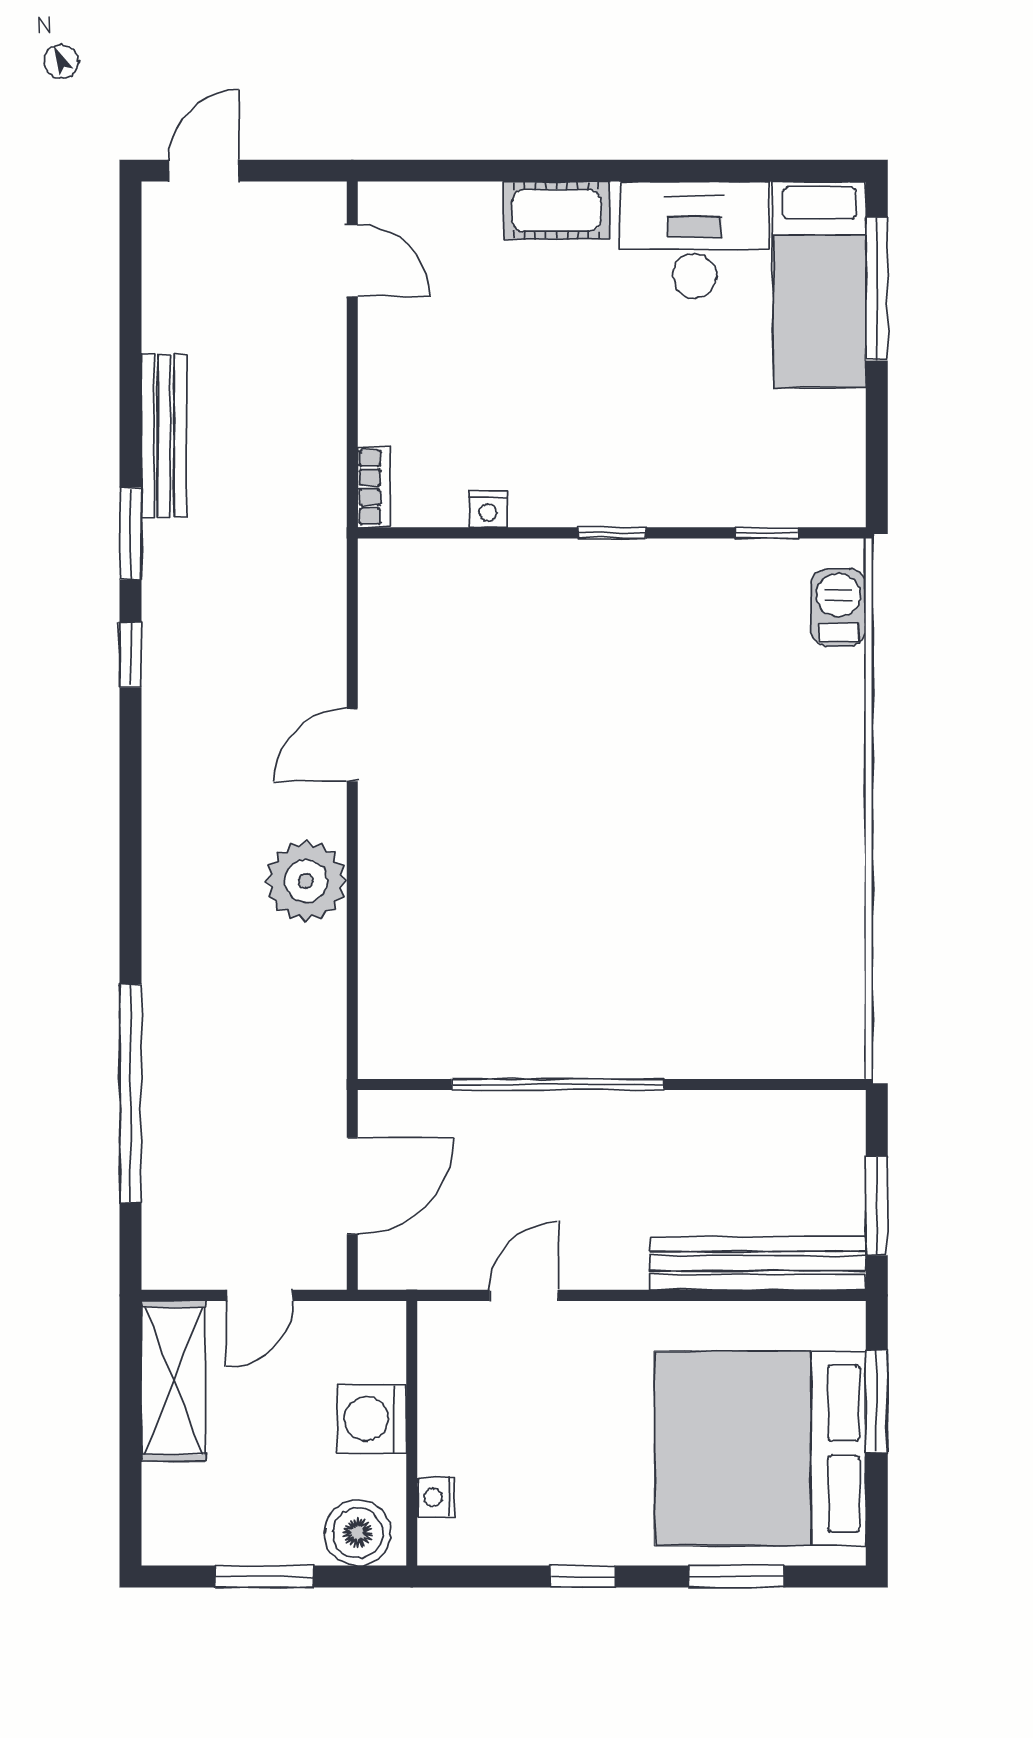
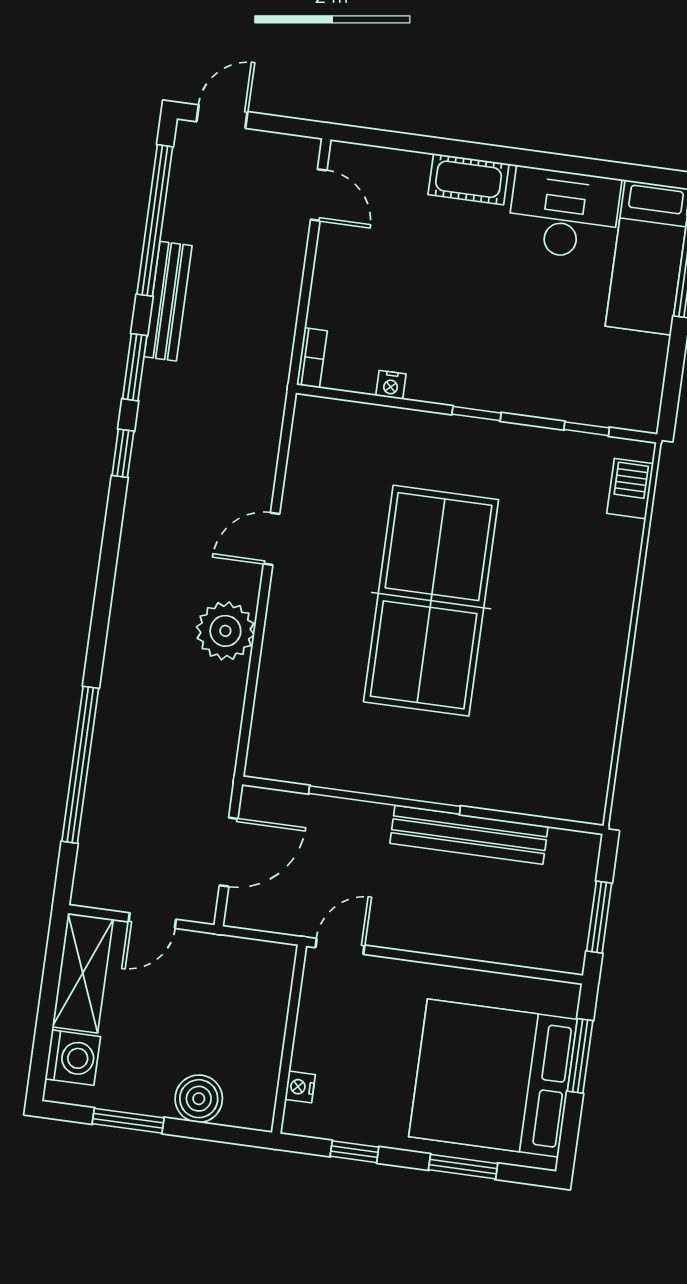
window: (131, 327) -> (155, 220), added
table tennis table: (584, 800) -> (431, 601), added
bench: (758, 1263) -> (469, 835), moved
washing machine: (372, 1419) -> (73, 1058), moved, turned 180
wall: (412, 1433) -> (289, 1039), moved
nightstand: (436, 1497) -> (300, 1087), moved

